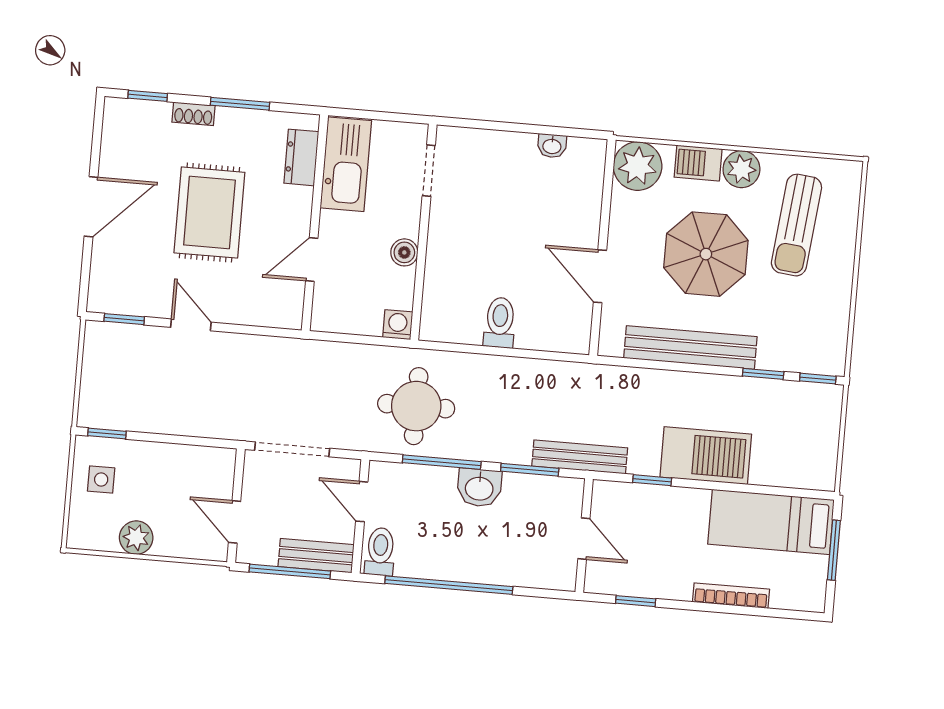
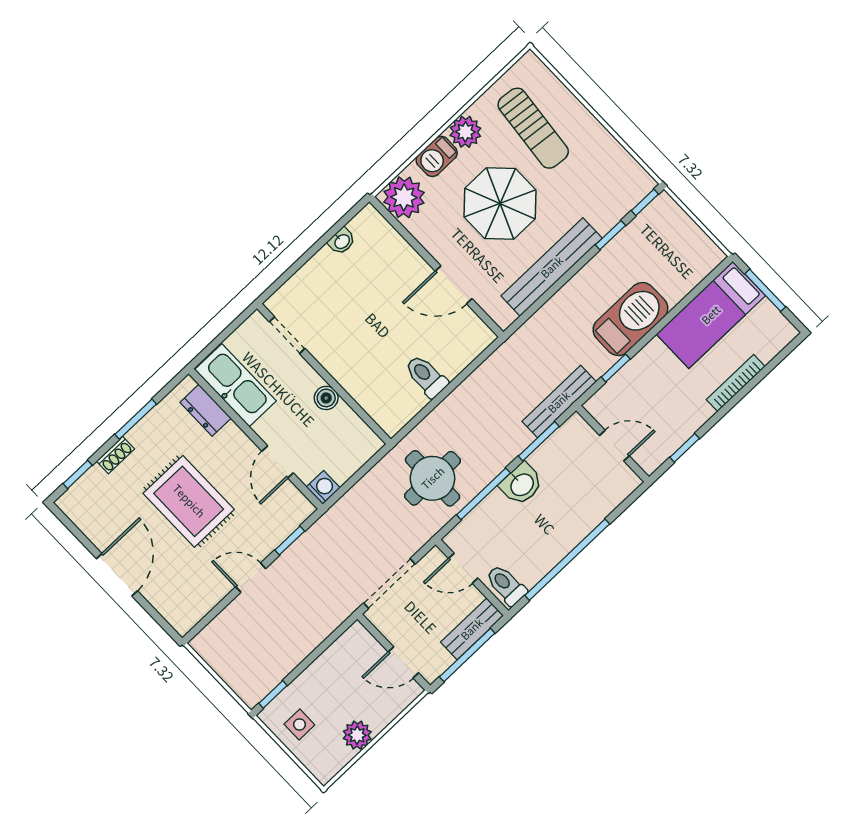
window: (124, 319) -> (290, 541), moved
washing machine: (398, 325) -> (323, 487), moved, turned 90

